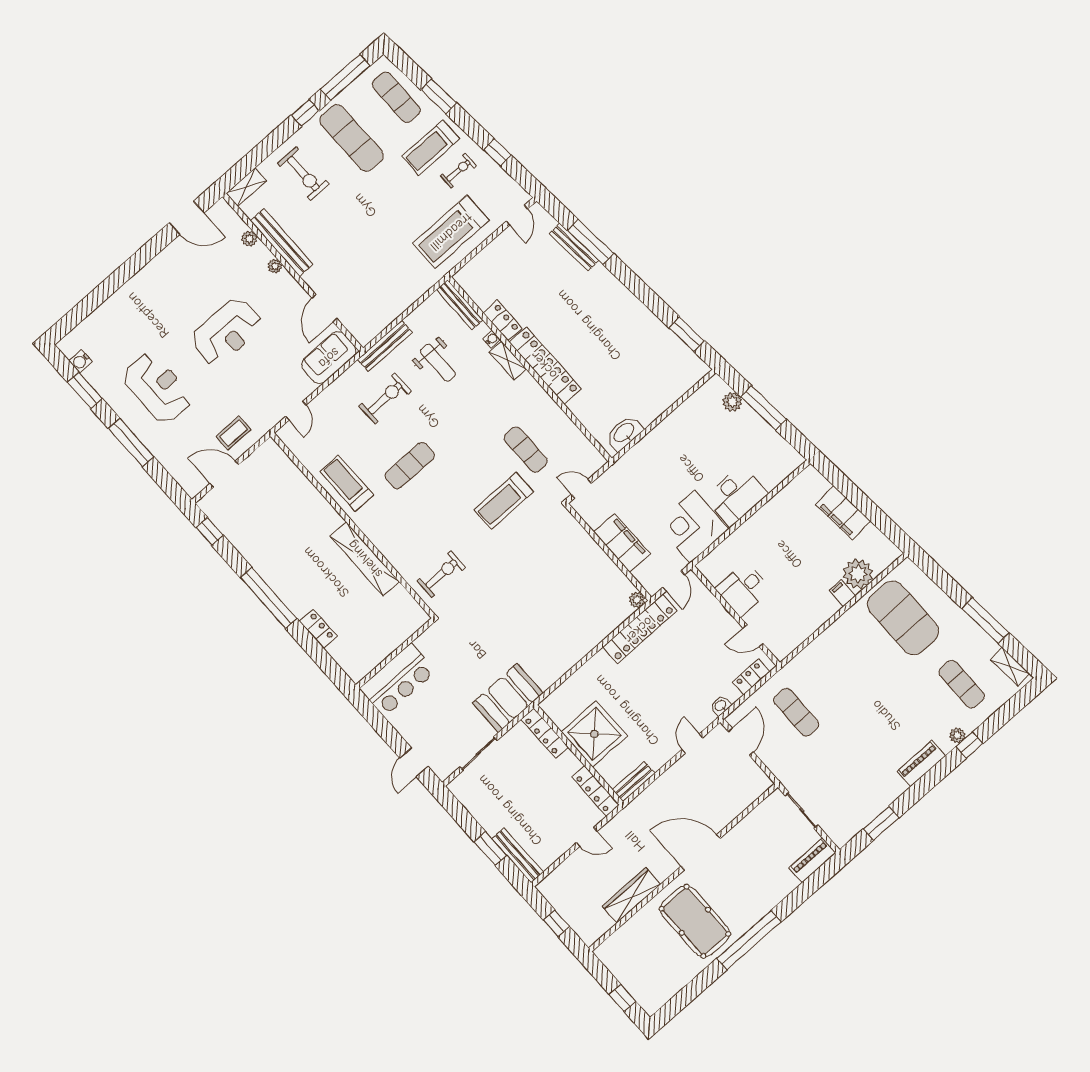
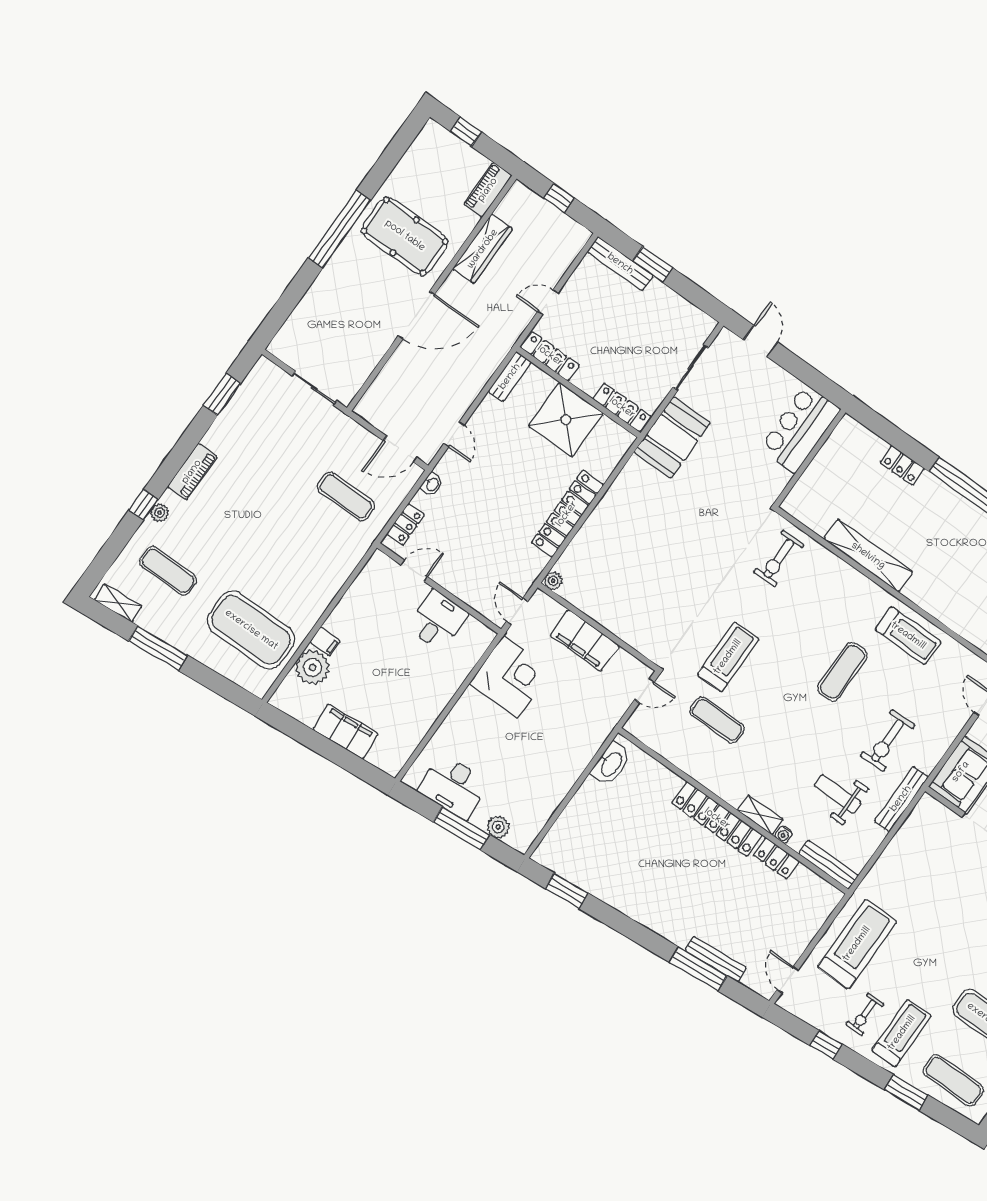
desk: (736, 496) -> (453, 786), moved, turned -95
locker: (640, 629) -> (567, 514), moved
door: (741, 742) -> (400, 449), hinge flipped
piano: (812, 860) -> (488, 190), moved, turned 180

